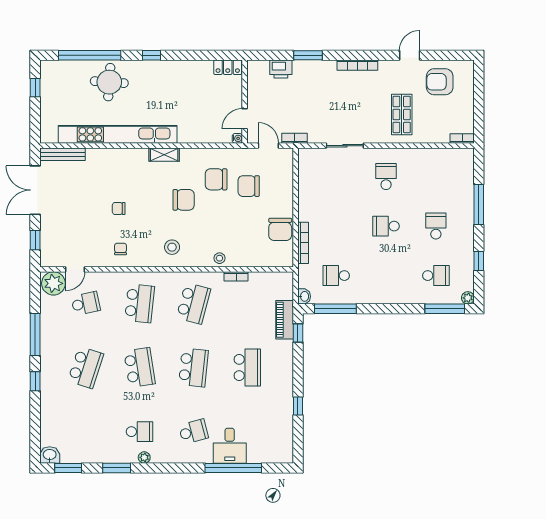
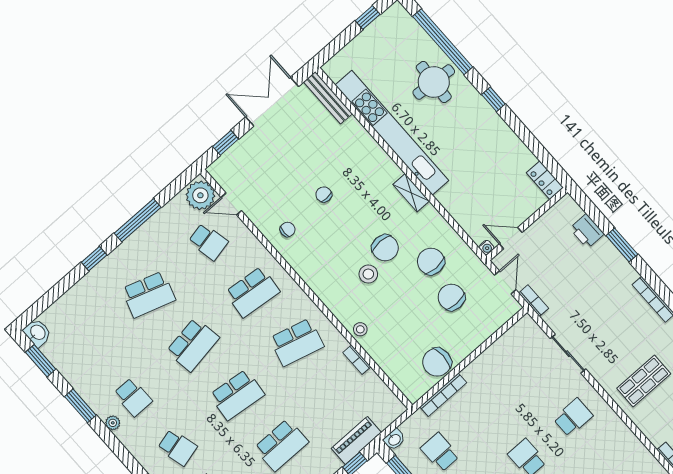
stool: (172, 247) -> (368, 274), moved

